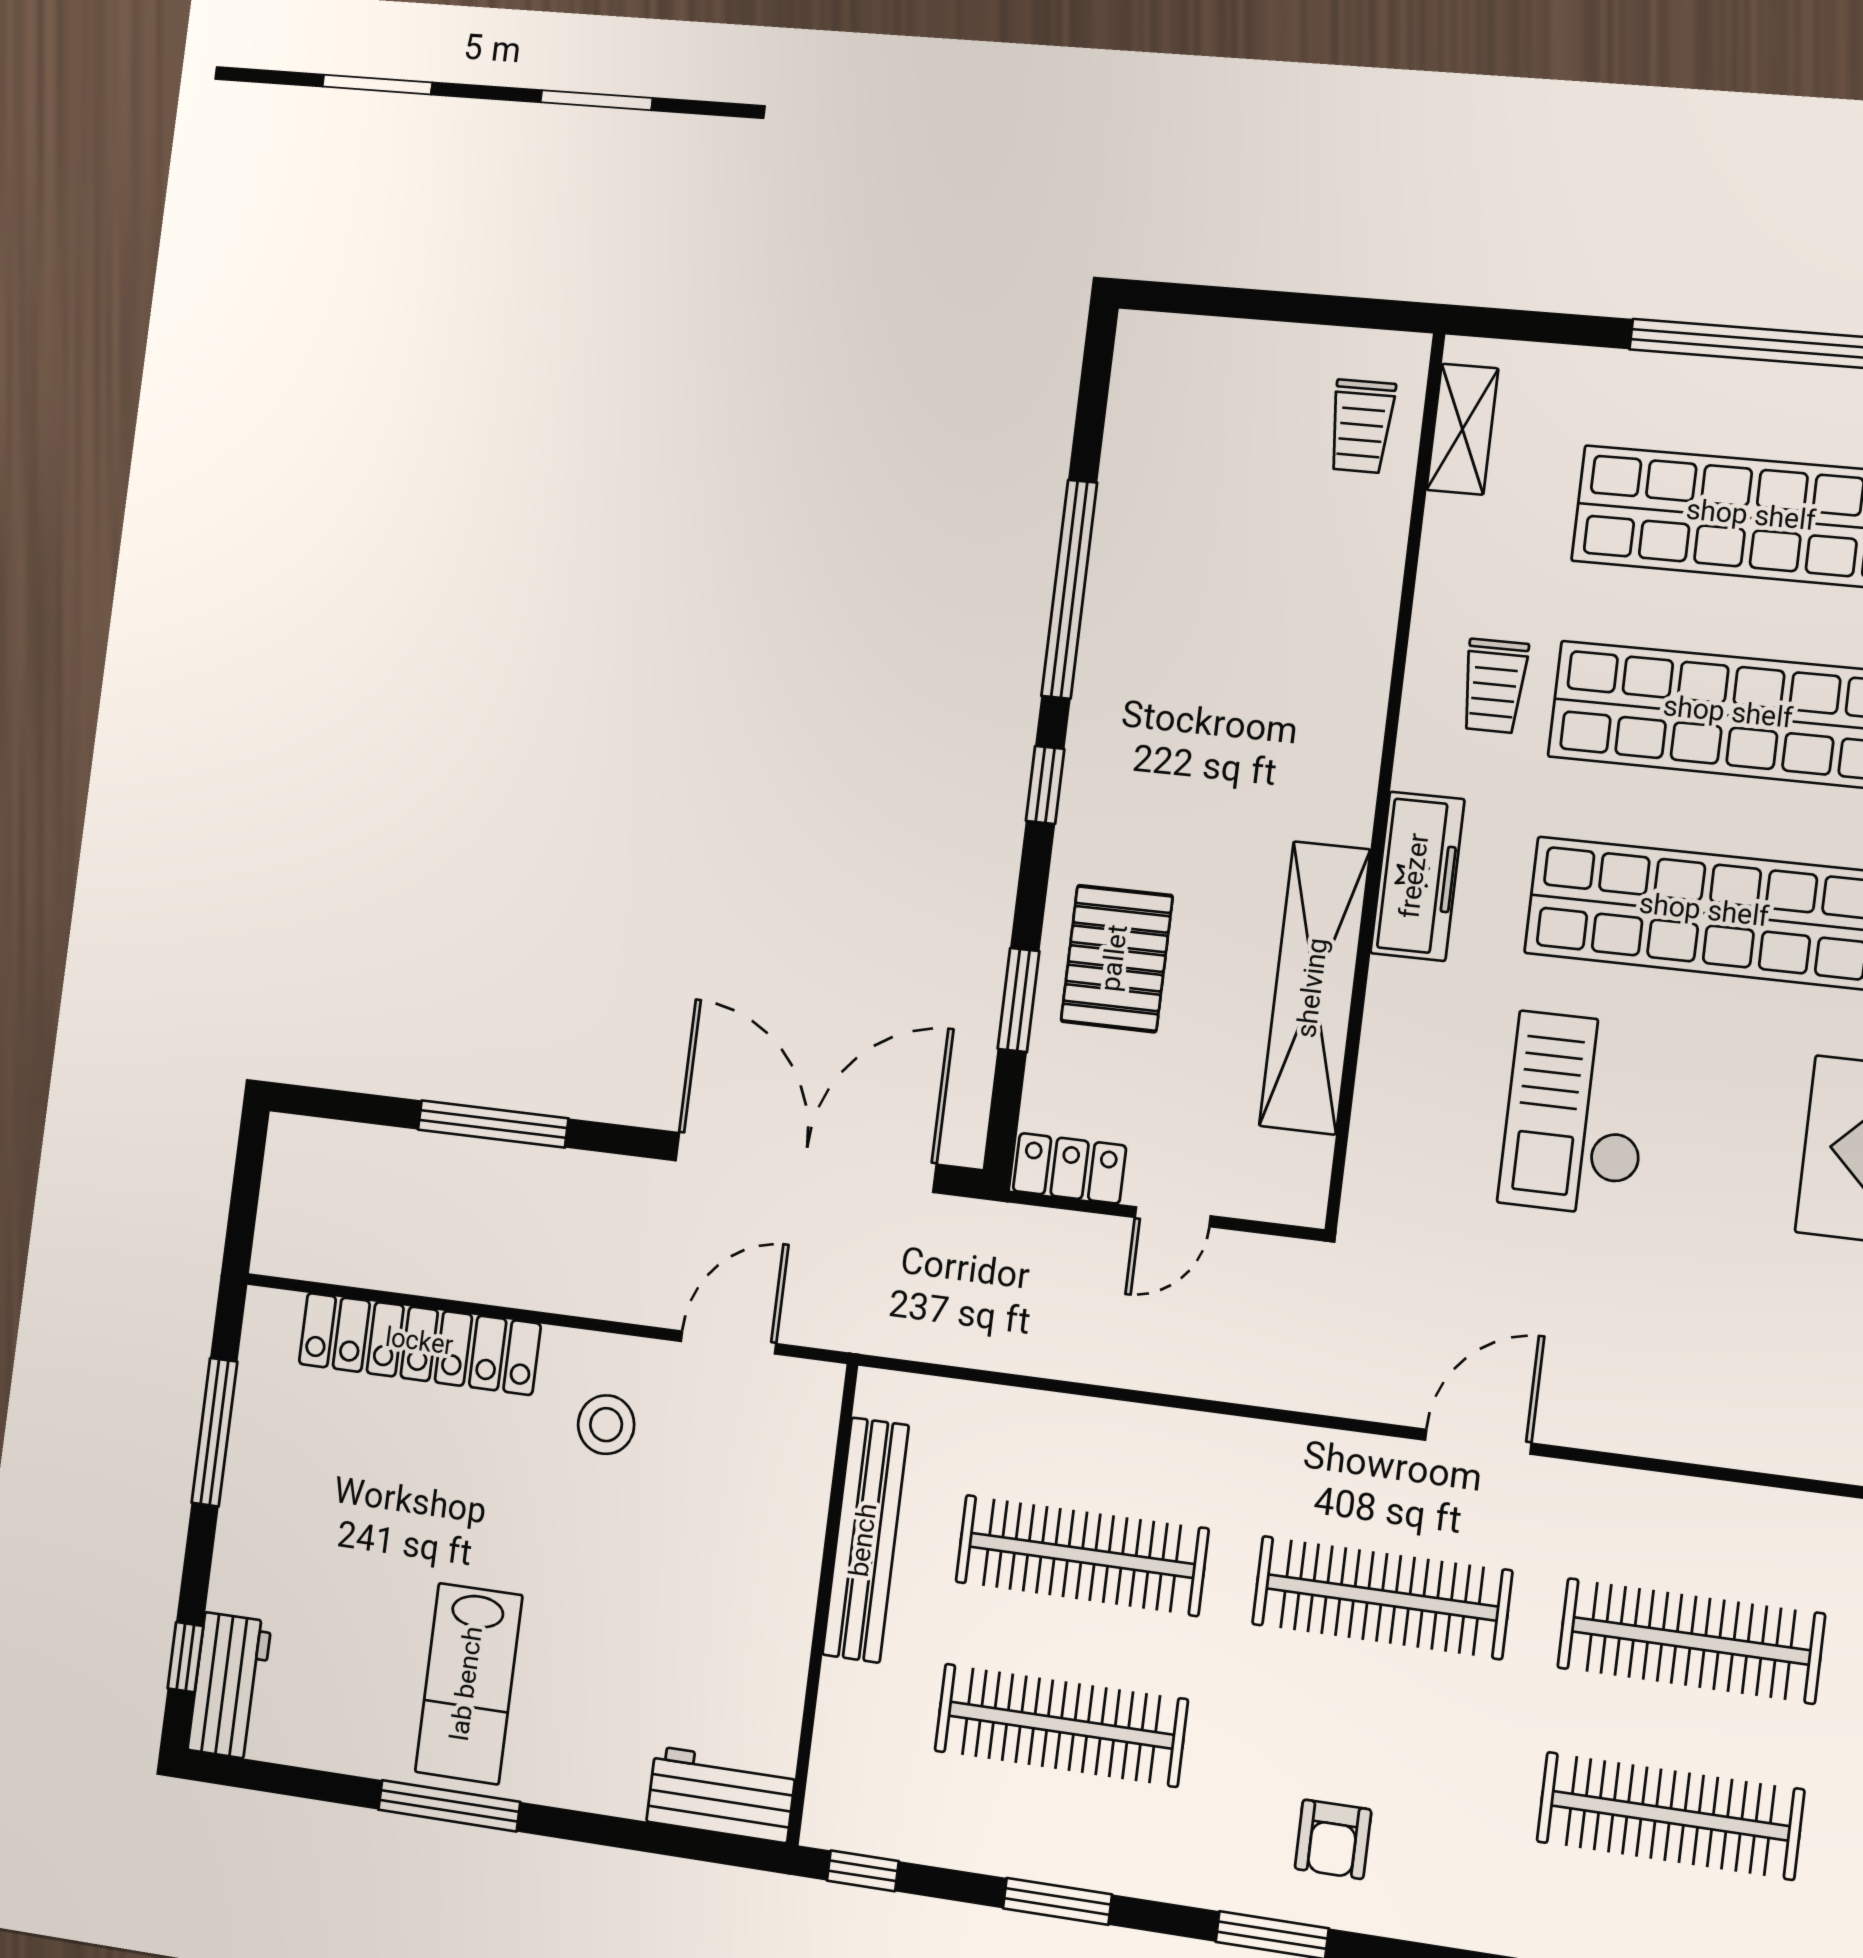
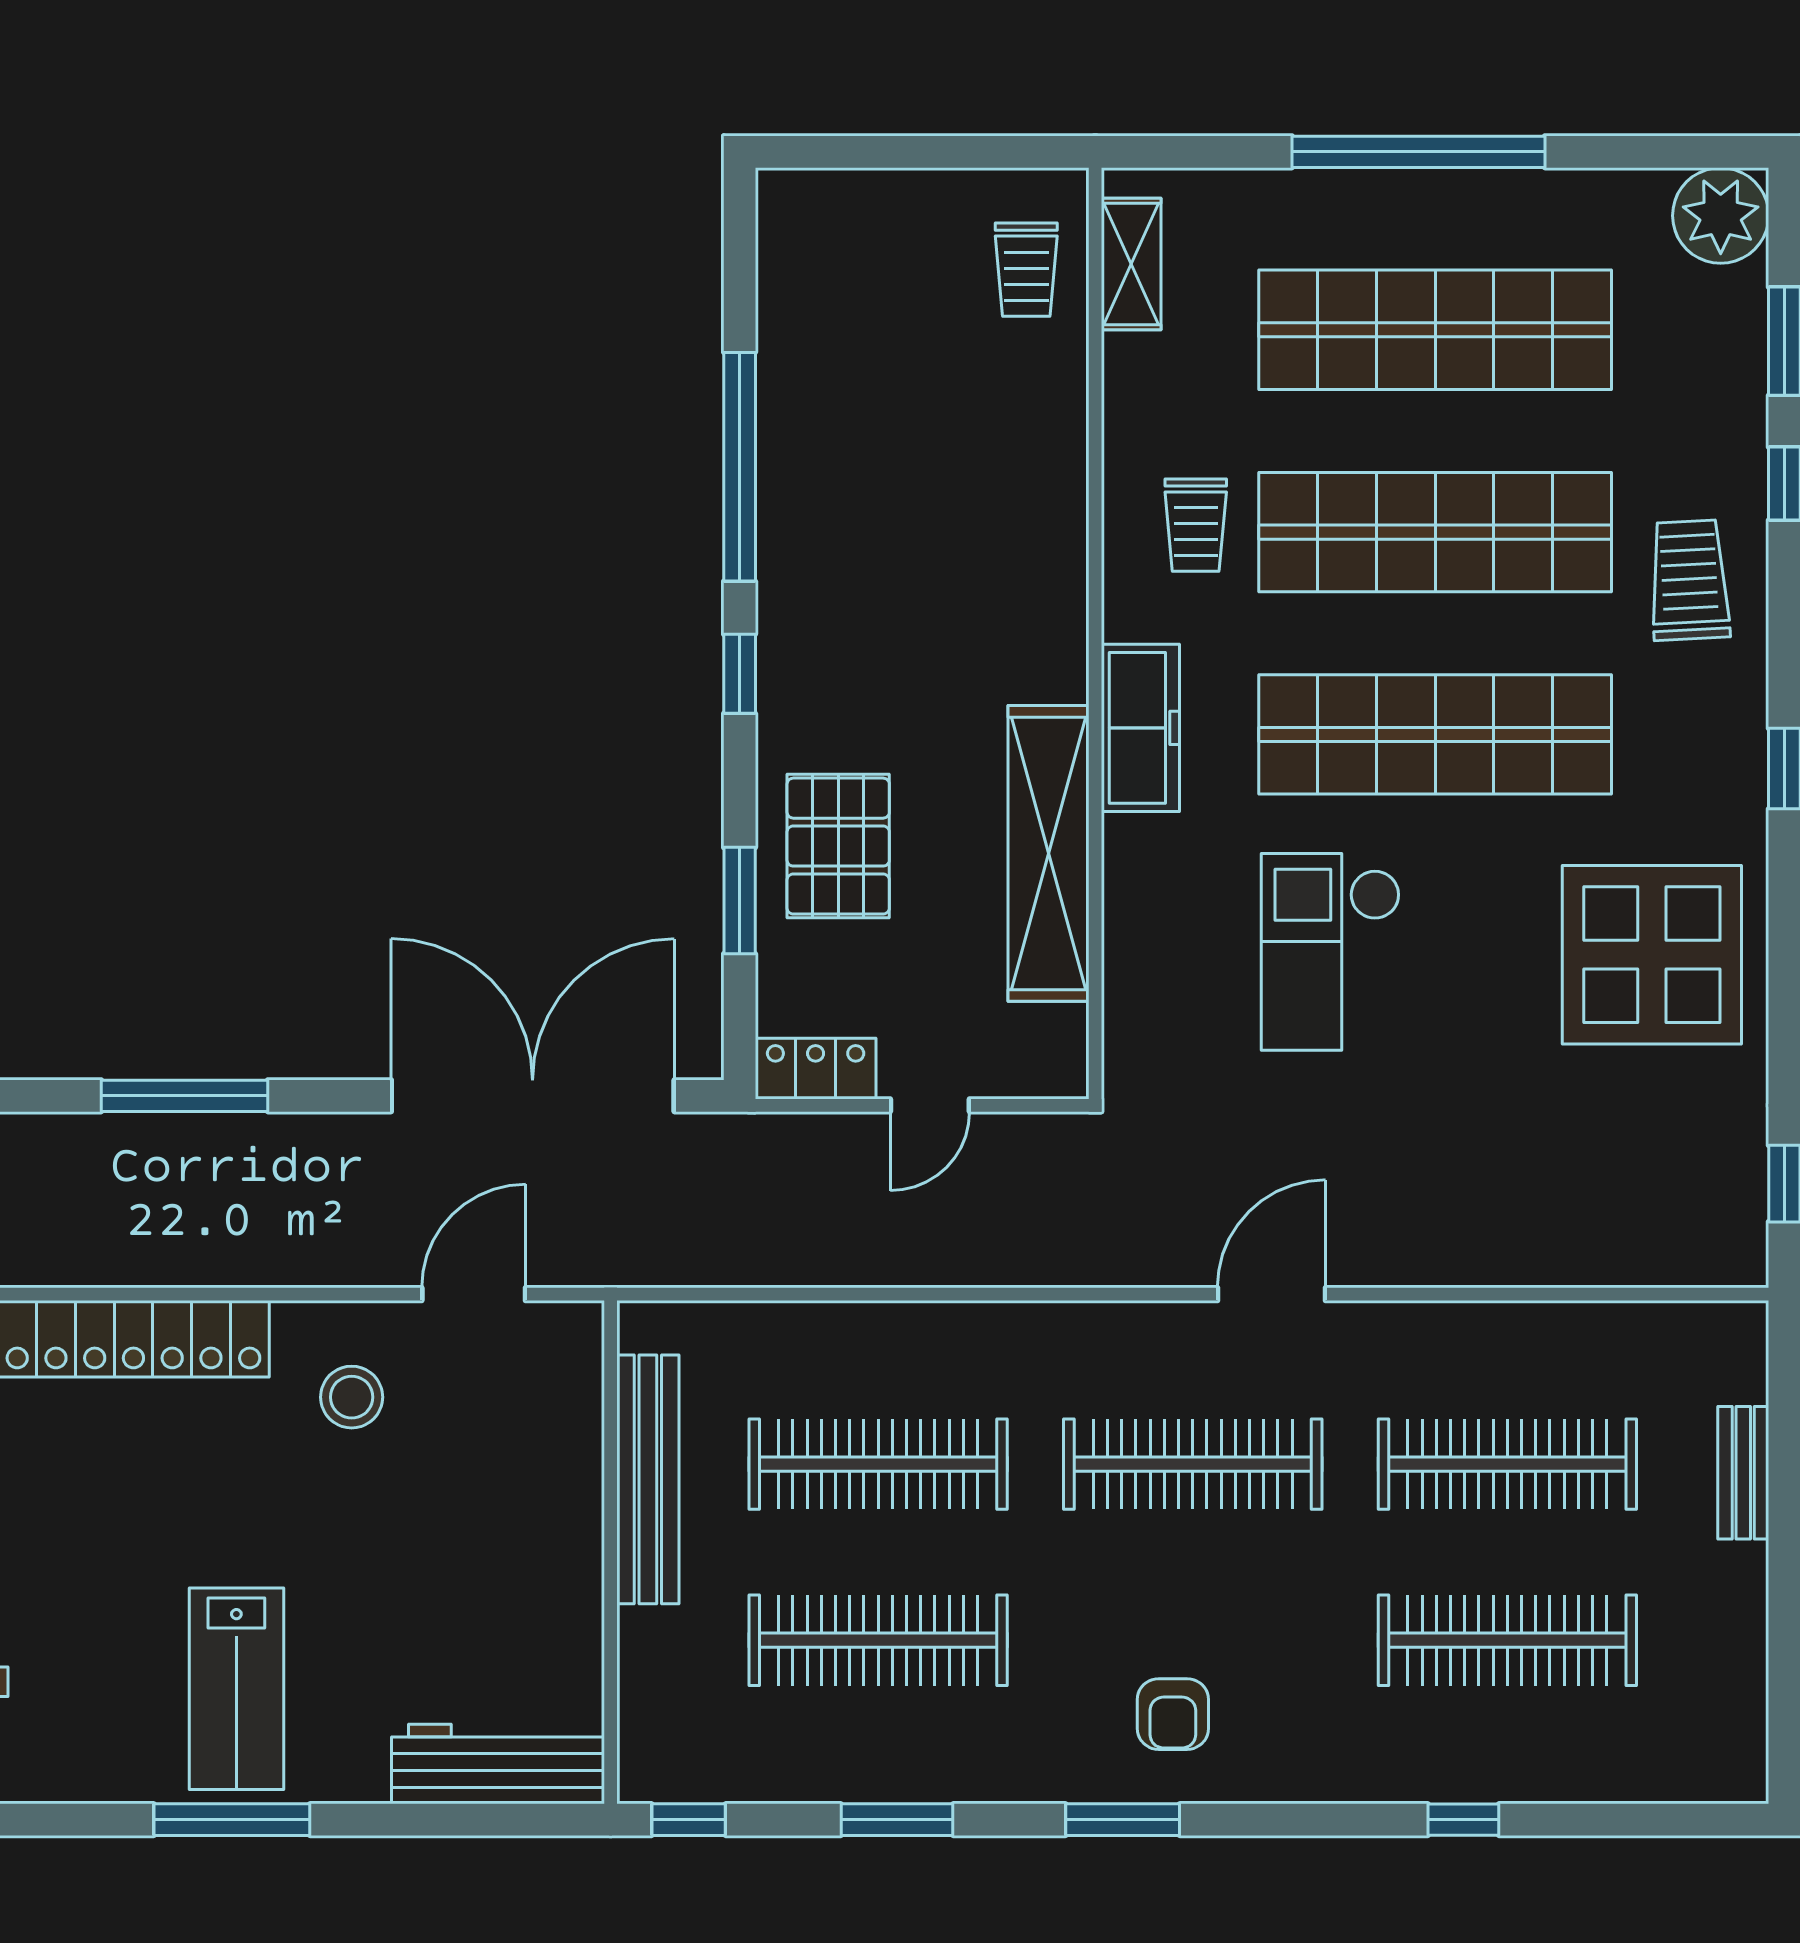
workbench: (721, 1795) -> (498, 1764), width x1.38

